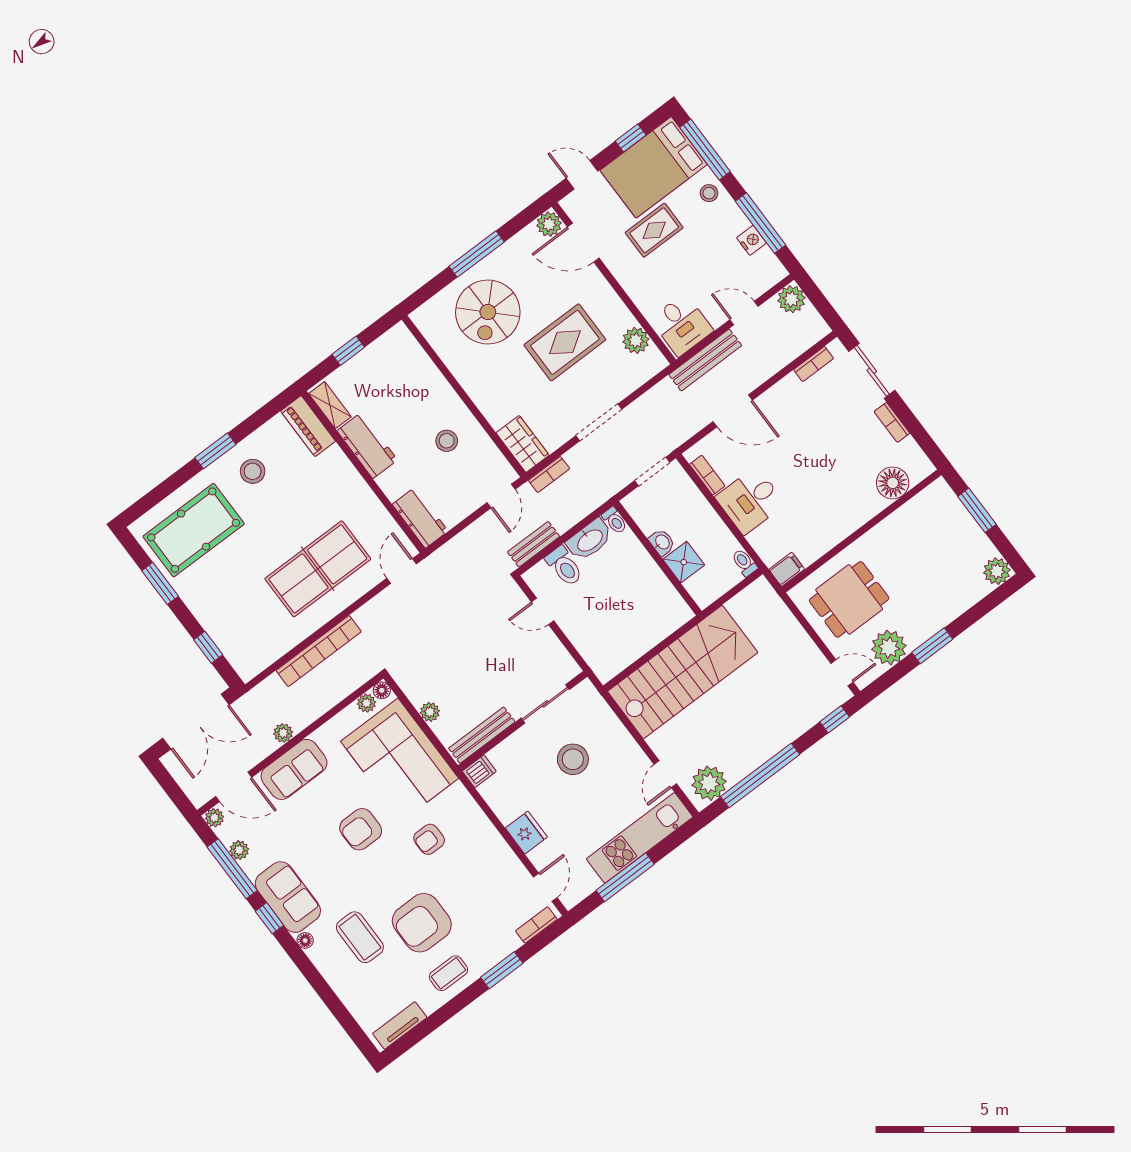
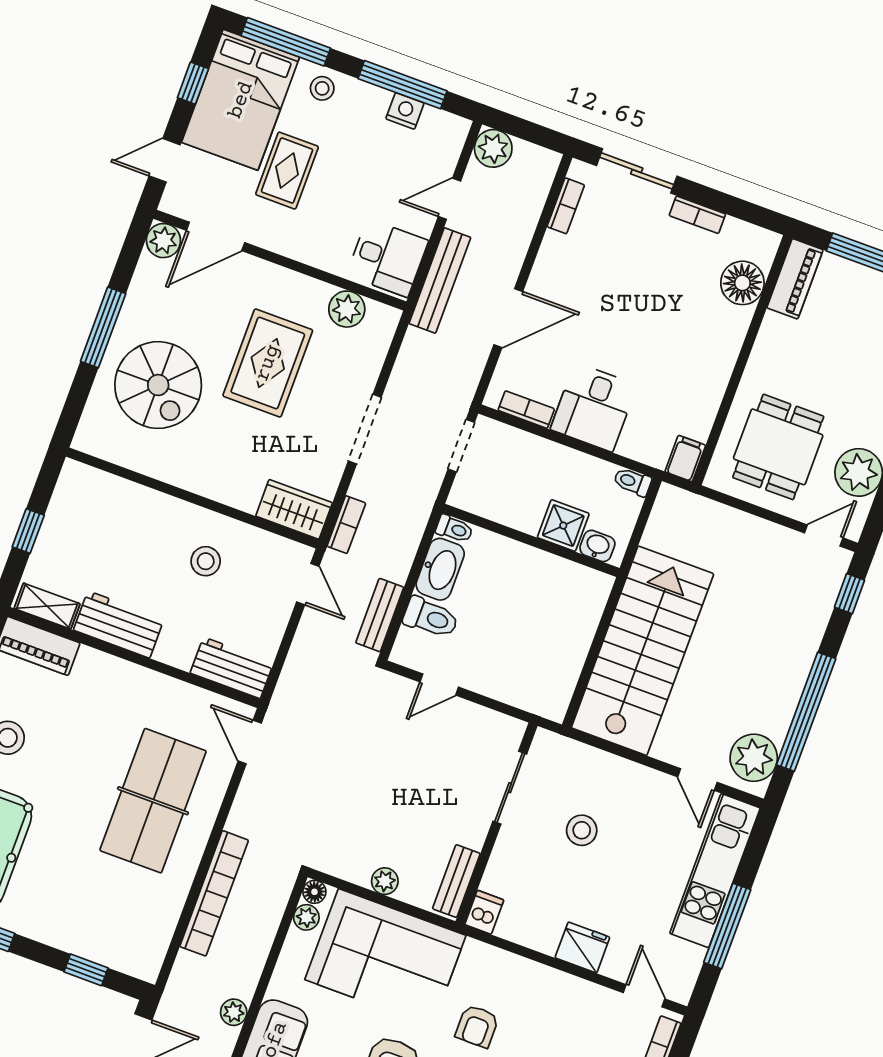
piano: (927, 501) -> (795, 279), added
washbasin: (662, 542) -> (597, 546), moved
bench: (482, 735) -> (456, 881), width x0.73
stool: (573, 759) -> (582, 830), width x0.73, depth x0.73

